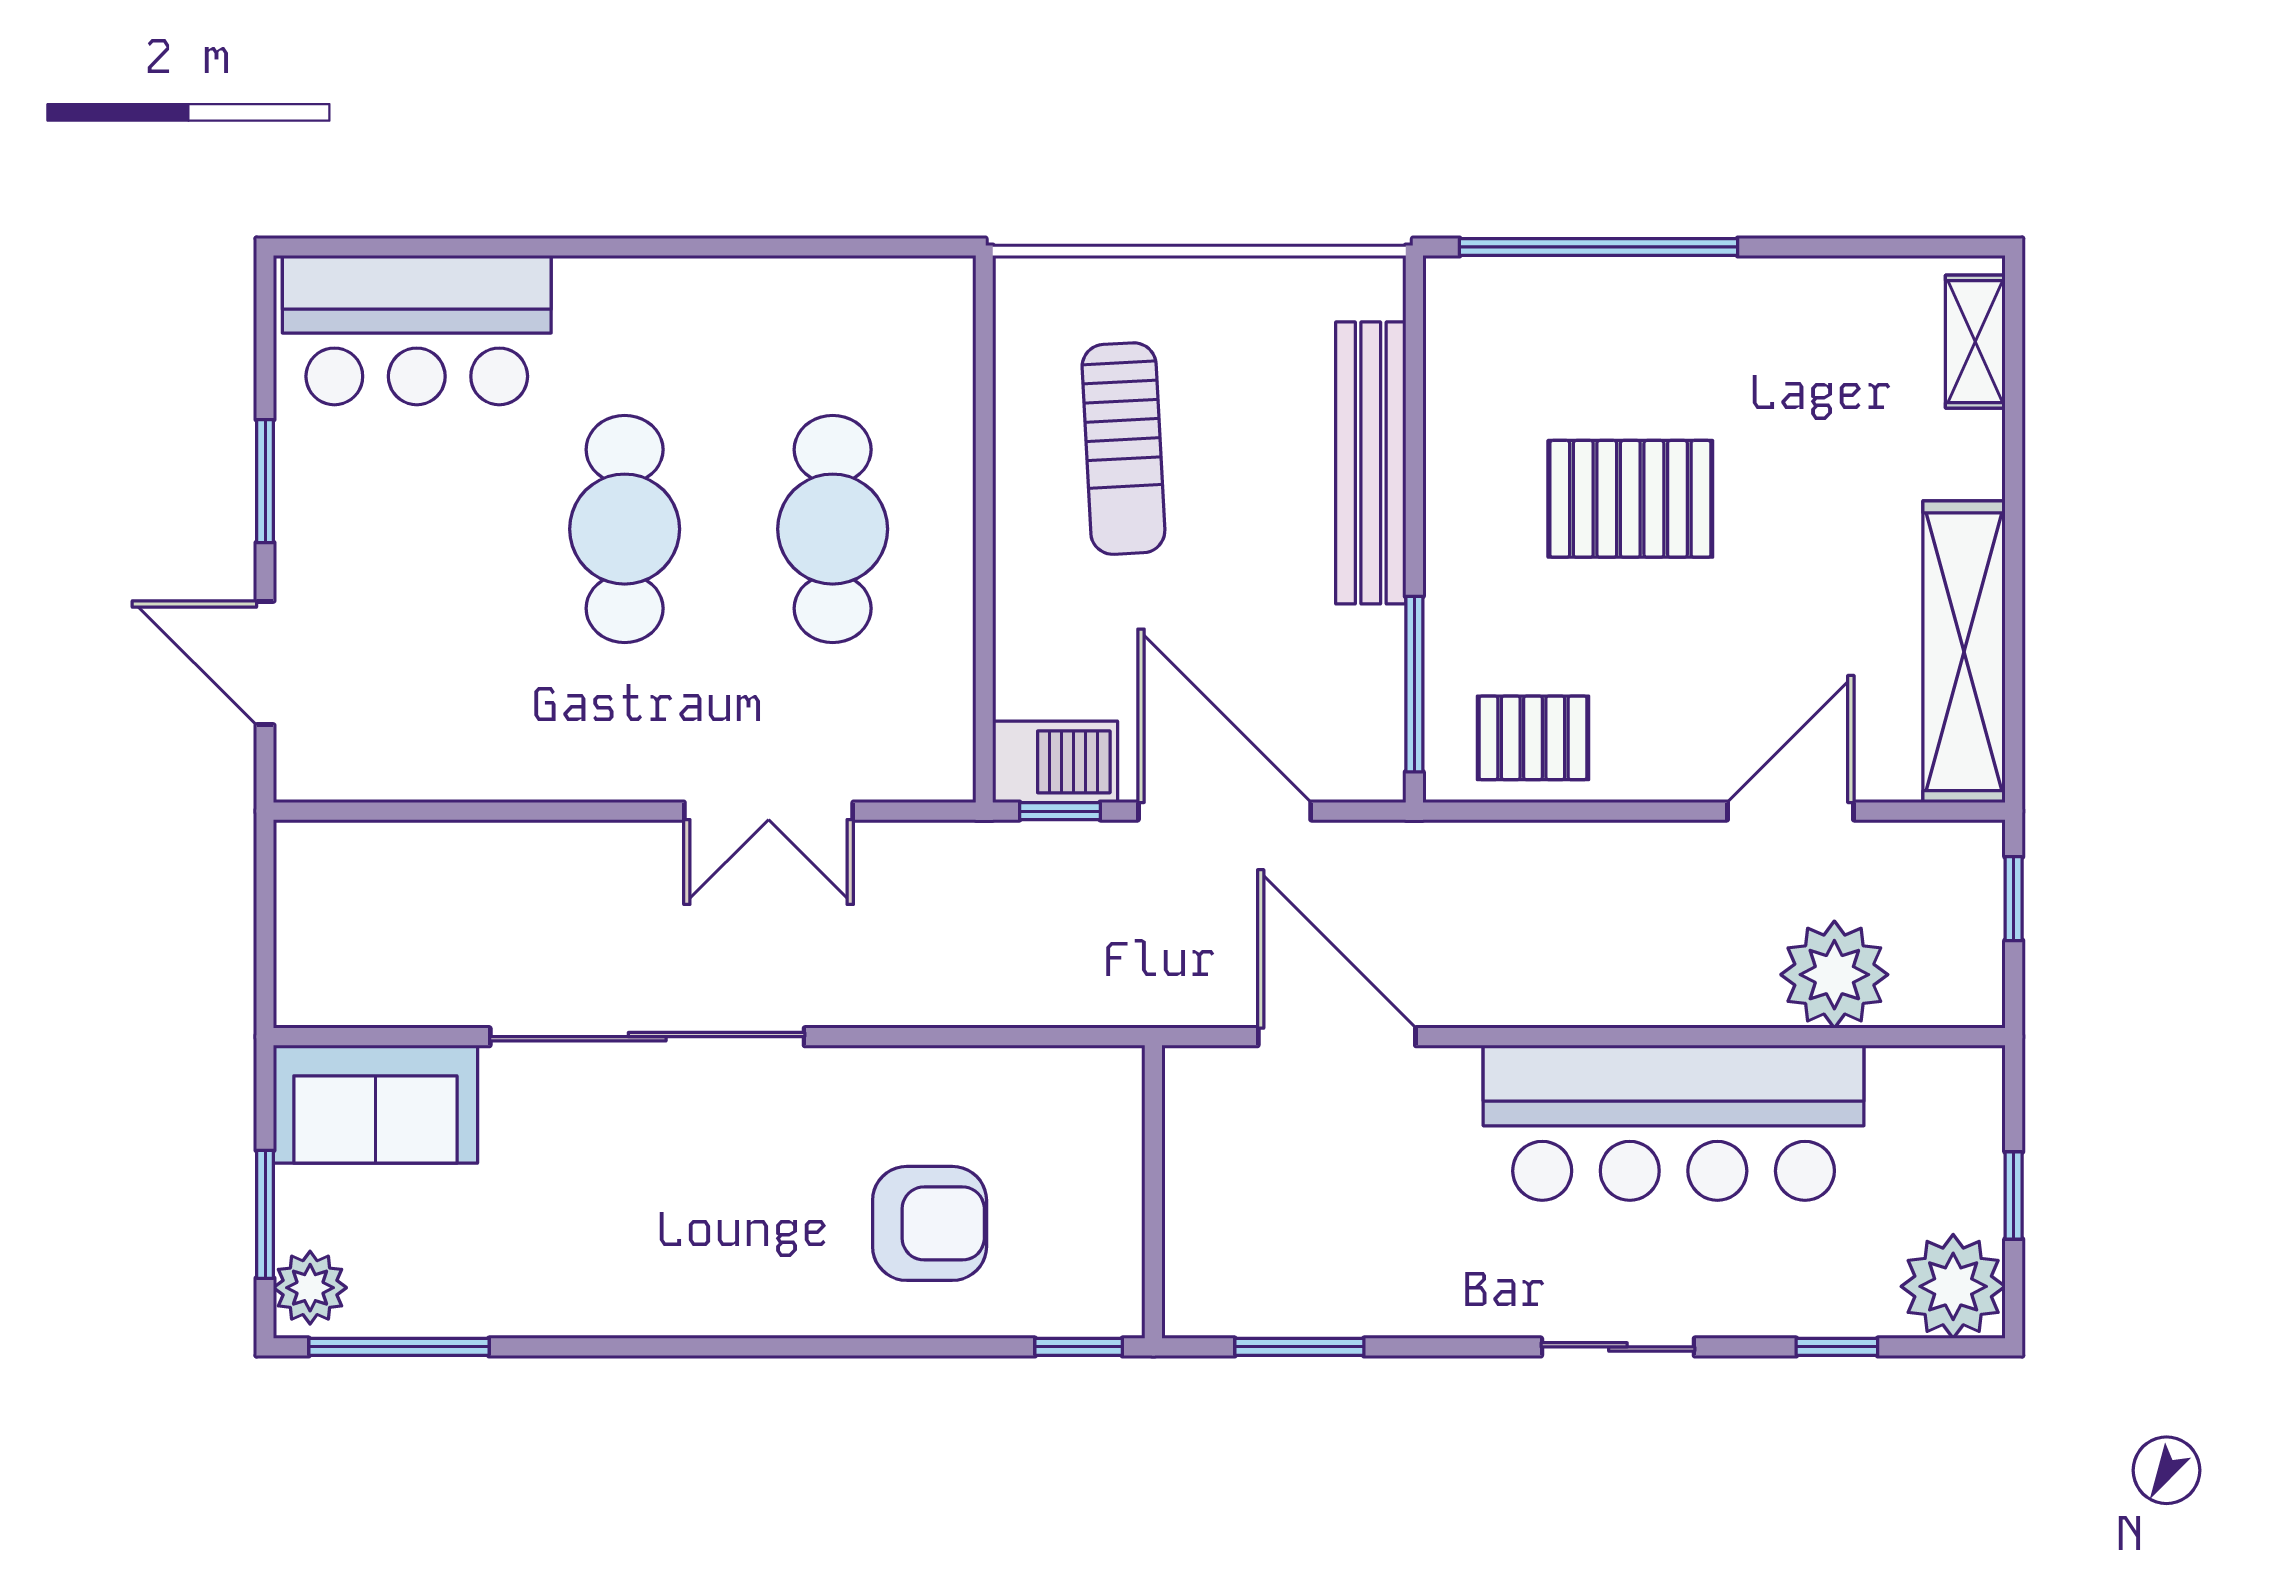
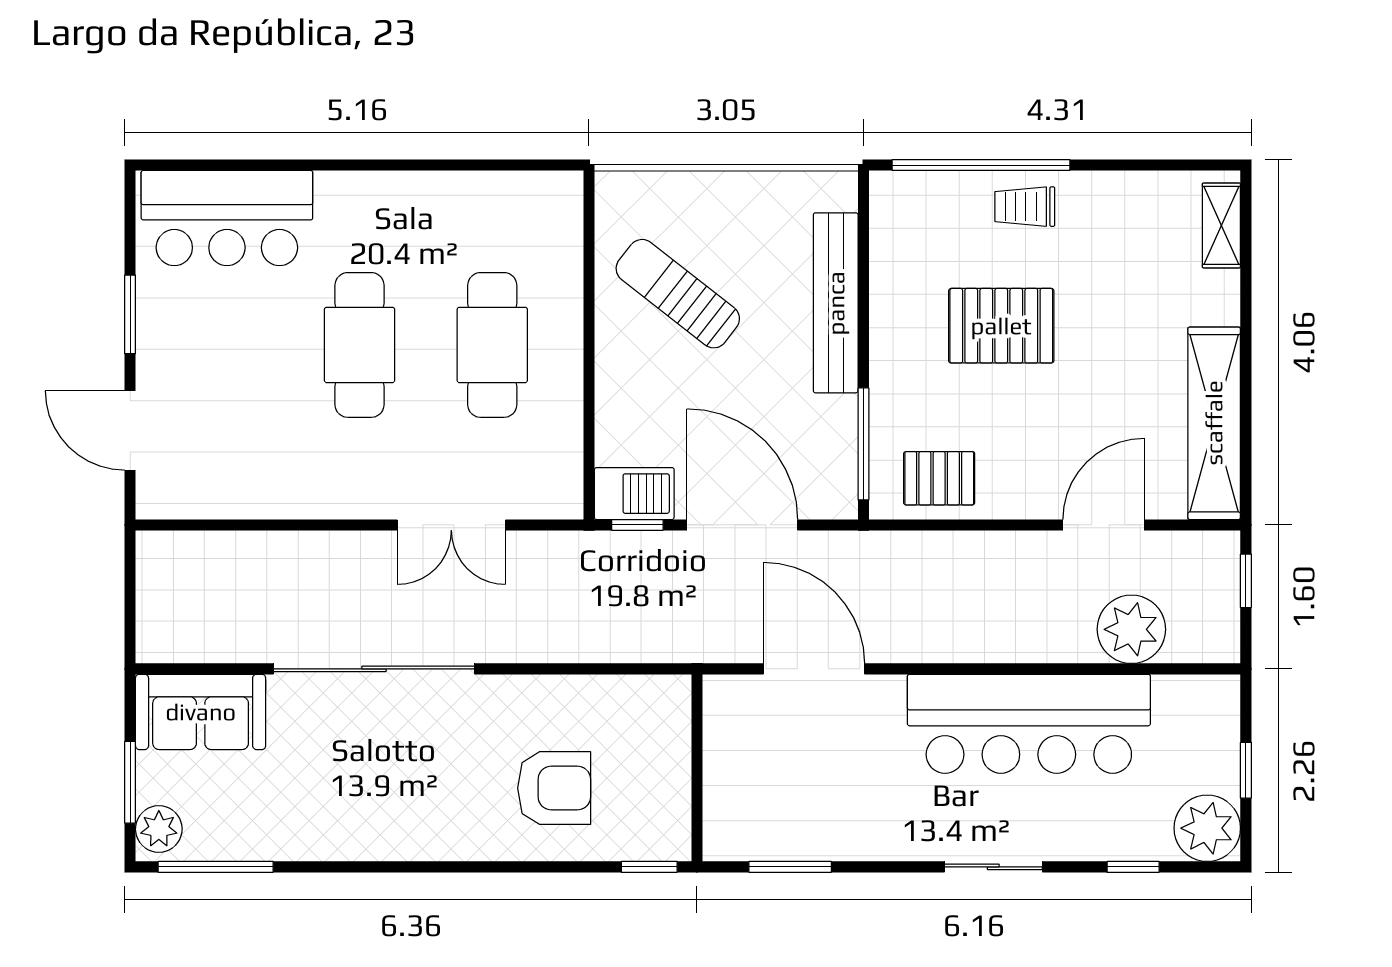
trolley: (1667, 312) -> (1025, 207), added
sun lounger: (1123, 449) -> (678, 294), turned 131

